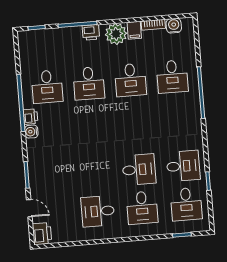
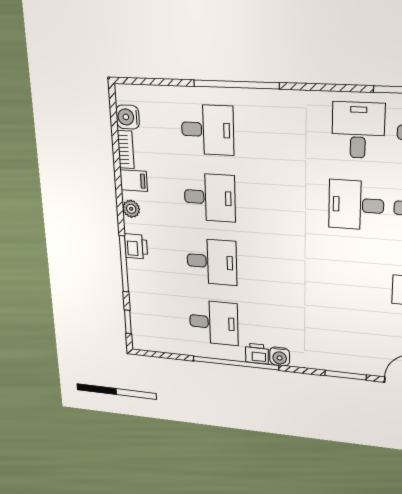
plant: (116, 34) -> (131, 209), width x0.53, depth x0.53
desk: (139, 170) -> (356, 205), turned -90

